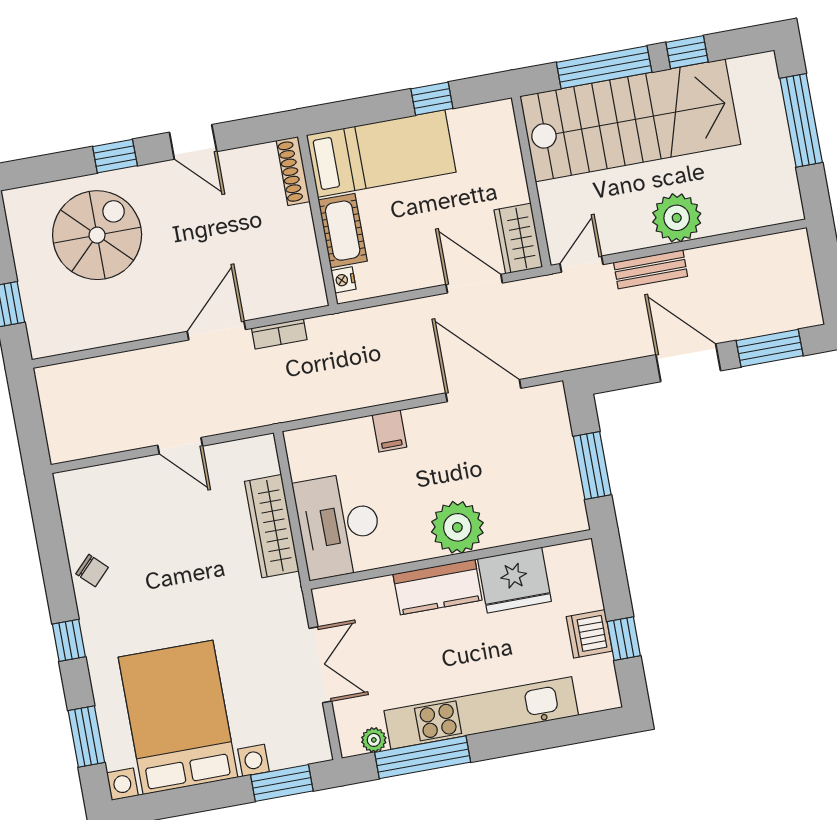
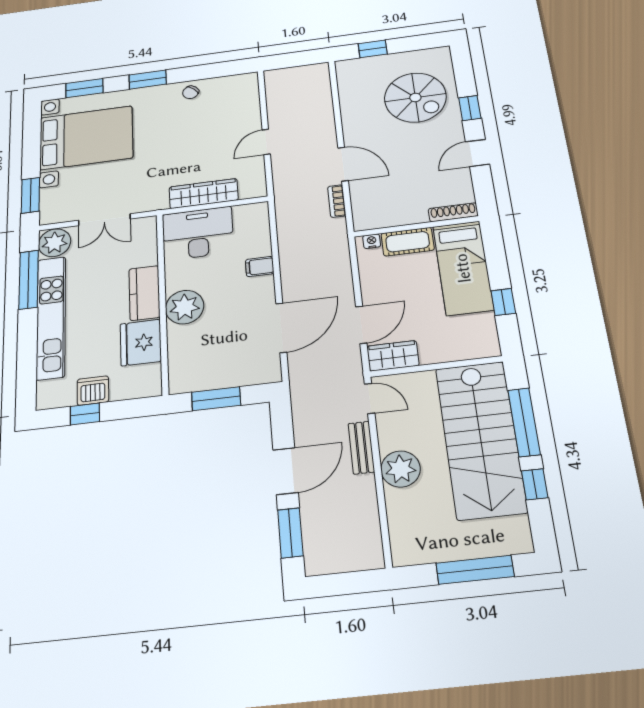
window: (69, 640) -> (148, 80), width x1.50
plant: (374, 740) -> (54, 243), width x1.88, depth x1.88

